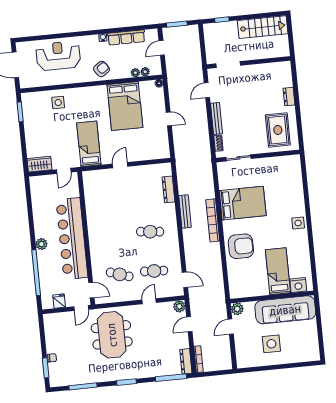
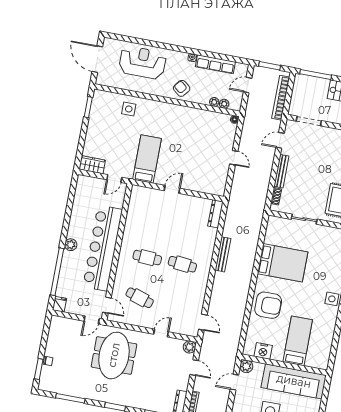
window: (222, 20) -> (316, 74), width x2.17
armchair: (101, 69) -> (182, 88), turned -106
bed: (125, 106) -> (194, 132), removed
sliding door: (238, 158) -> (304, 219), moved
dresser: (168, 189) -> (215, 214), moved
bookcase: (213, 220) -> (281, 98), moved
cafe table: (154, 271) -> (147, 258), moved
nightstand: (298, 285) -> (263, 351), moved
fridge: (59, 301) -> (59, 304), moved
door: (189, 324) -> (194, 368), swing flipped

